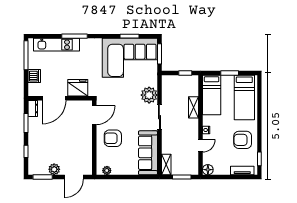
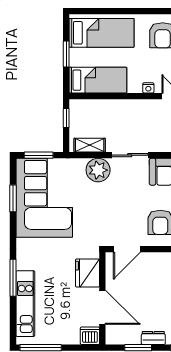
dishwasher: (34, 76) -> (90, 336), moved
shelving: (194, 107) -> (90, 145), moved
dresser: (33, 108) -> (153, 338), moved
door: (94, 115) -> (127, 249), swing flipped

